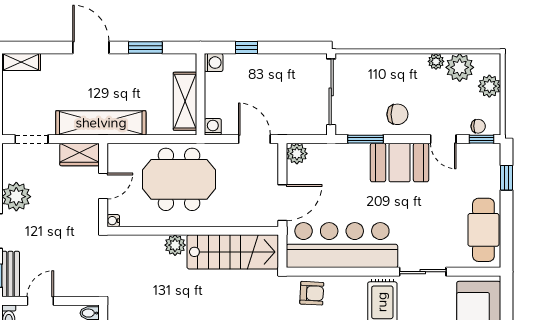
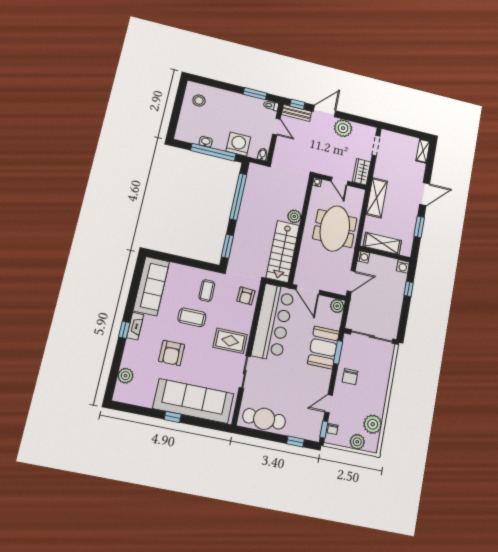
plant: (436, 61) -> (379, 409), removed
shelving: (101, 123) -> (377, 198), width x0.68
booth: (400, 163) -> (323, 348), moved

